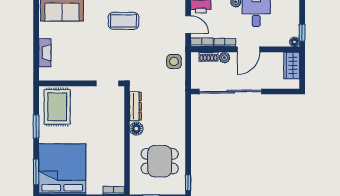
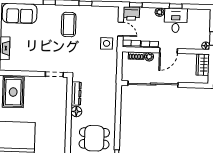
coffee table: (123, 21) -> (69, 25), turned 90
side table: (174, 61) -> (107, 43), moved

